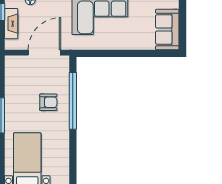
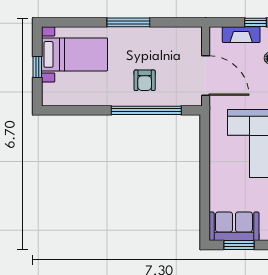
window: (183, 25) -> (239, 245), added

